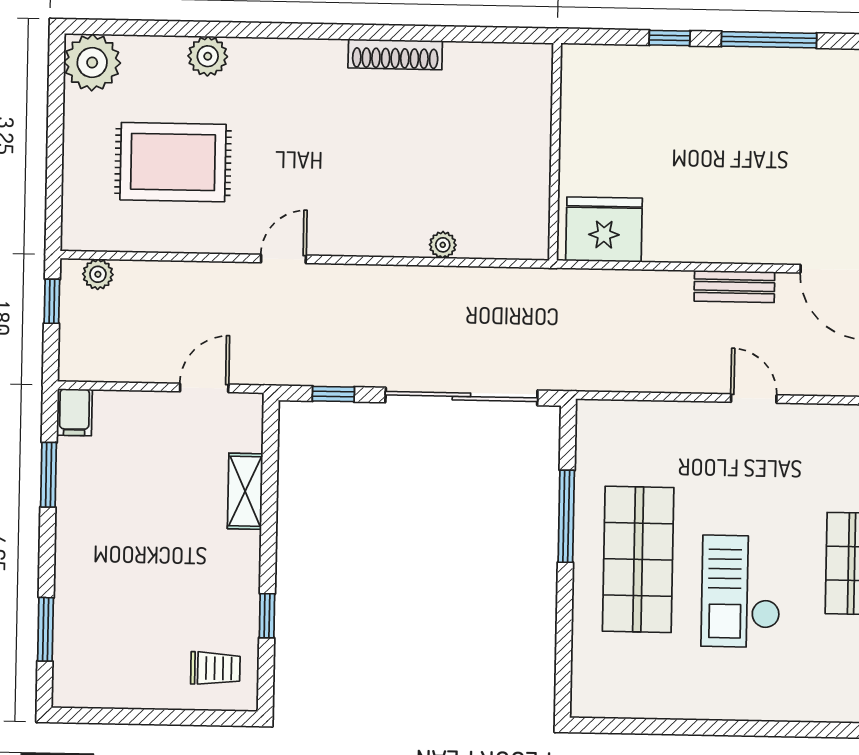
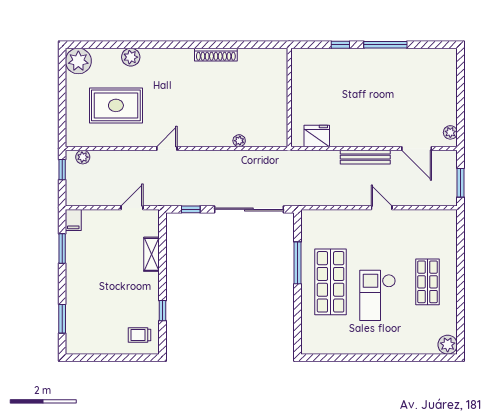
fridge: (604, 229) -> (317, 136), width x0.73, depth x0.75
bench: (734, 286) -> (365, 157), width x1.36
trolley: (215, 668) -> (140, 335), turned 180

